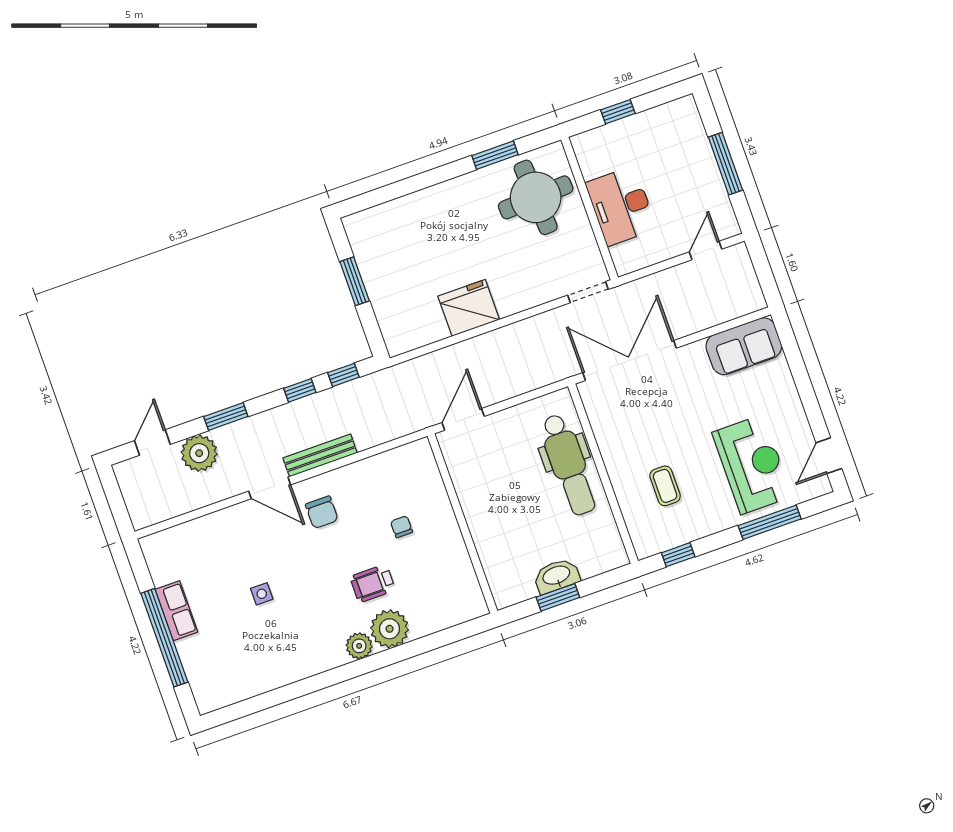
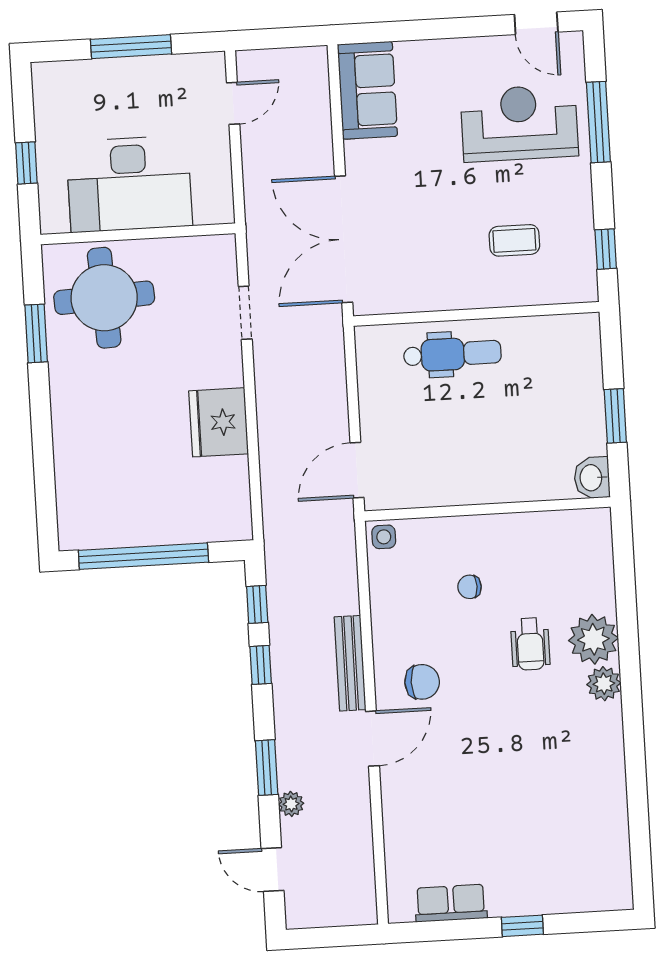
desk: (621, 206) -> (129, 184), width x1.36, depth x1.30
door: (706, 251) -> (233, 103), swing flipped
window: (355, 281) -> (143, 556), width x2.11
doorway: (588, 292) -> (245, 313), moved
door: (463, 419) -> (357, 470), hinge flipped
plant: (199, 453) -> (291, 804), width x0.53, depth x0.53
dental chair: (568, 465) -> (452, 354), width x0.73, depth x0.72
washbasin: (557, 576) -> (592, 478), moved, width x0.72
side table: (262, 594) -> (384, 537), moved
row of seats: (176, 611) -> (451, 903), moved
window: (164, 638) -> (522, 926), width x0.32

